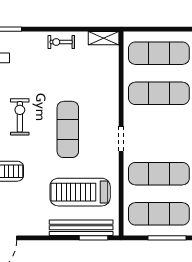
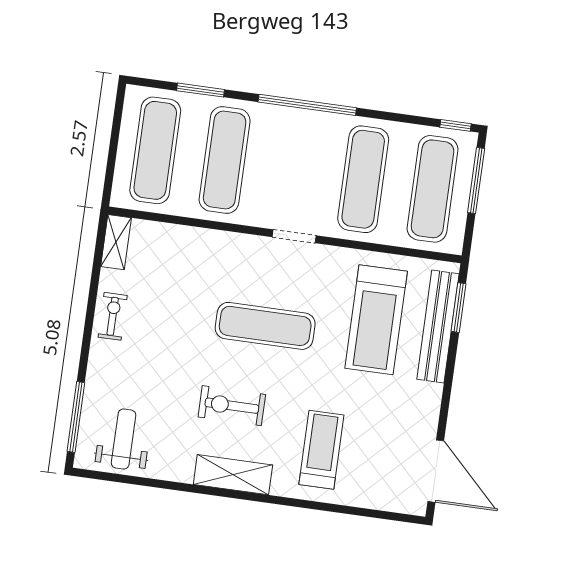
exercise bike: (61, 42) -> (113, 316), turned 180

